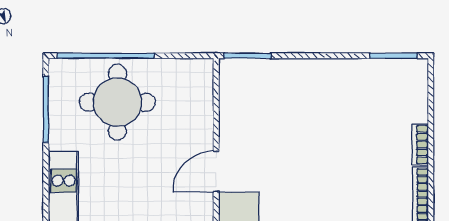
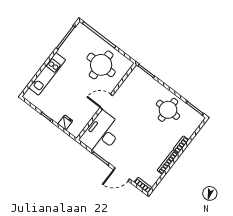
round table: (345, 98) -> (168, 110), added
round table: (117, 102) -> (101, 65), moved

